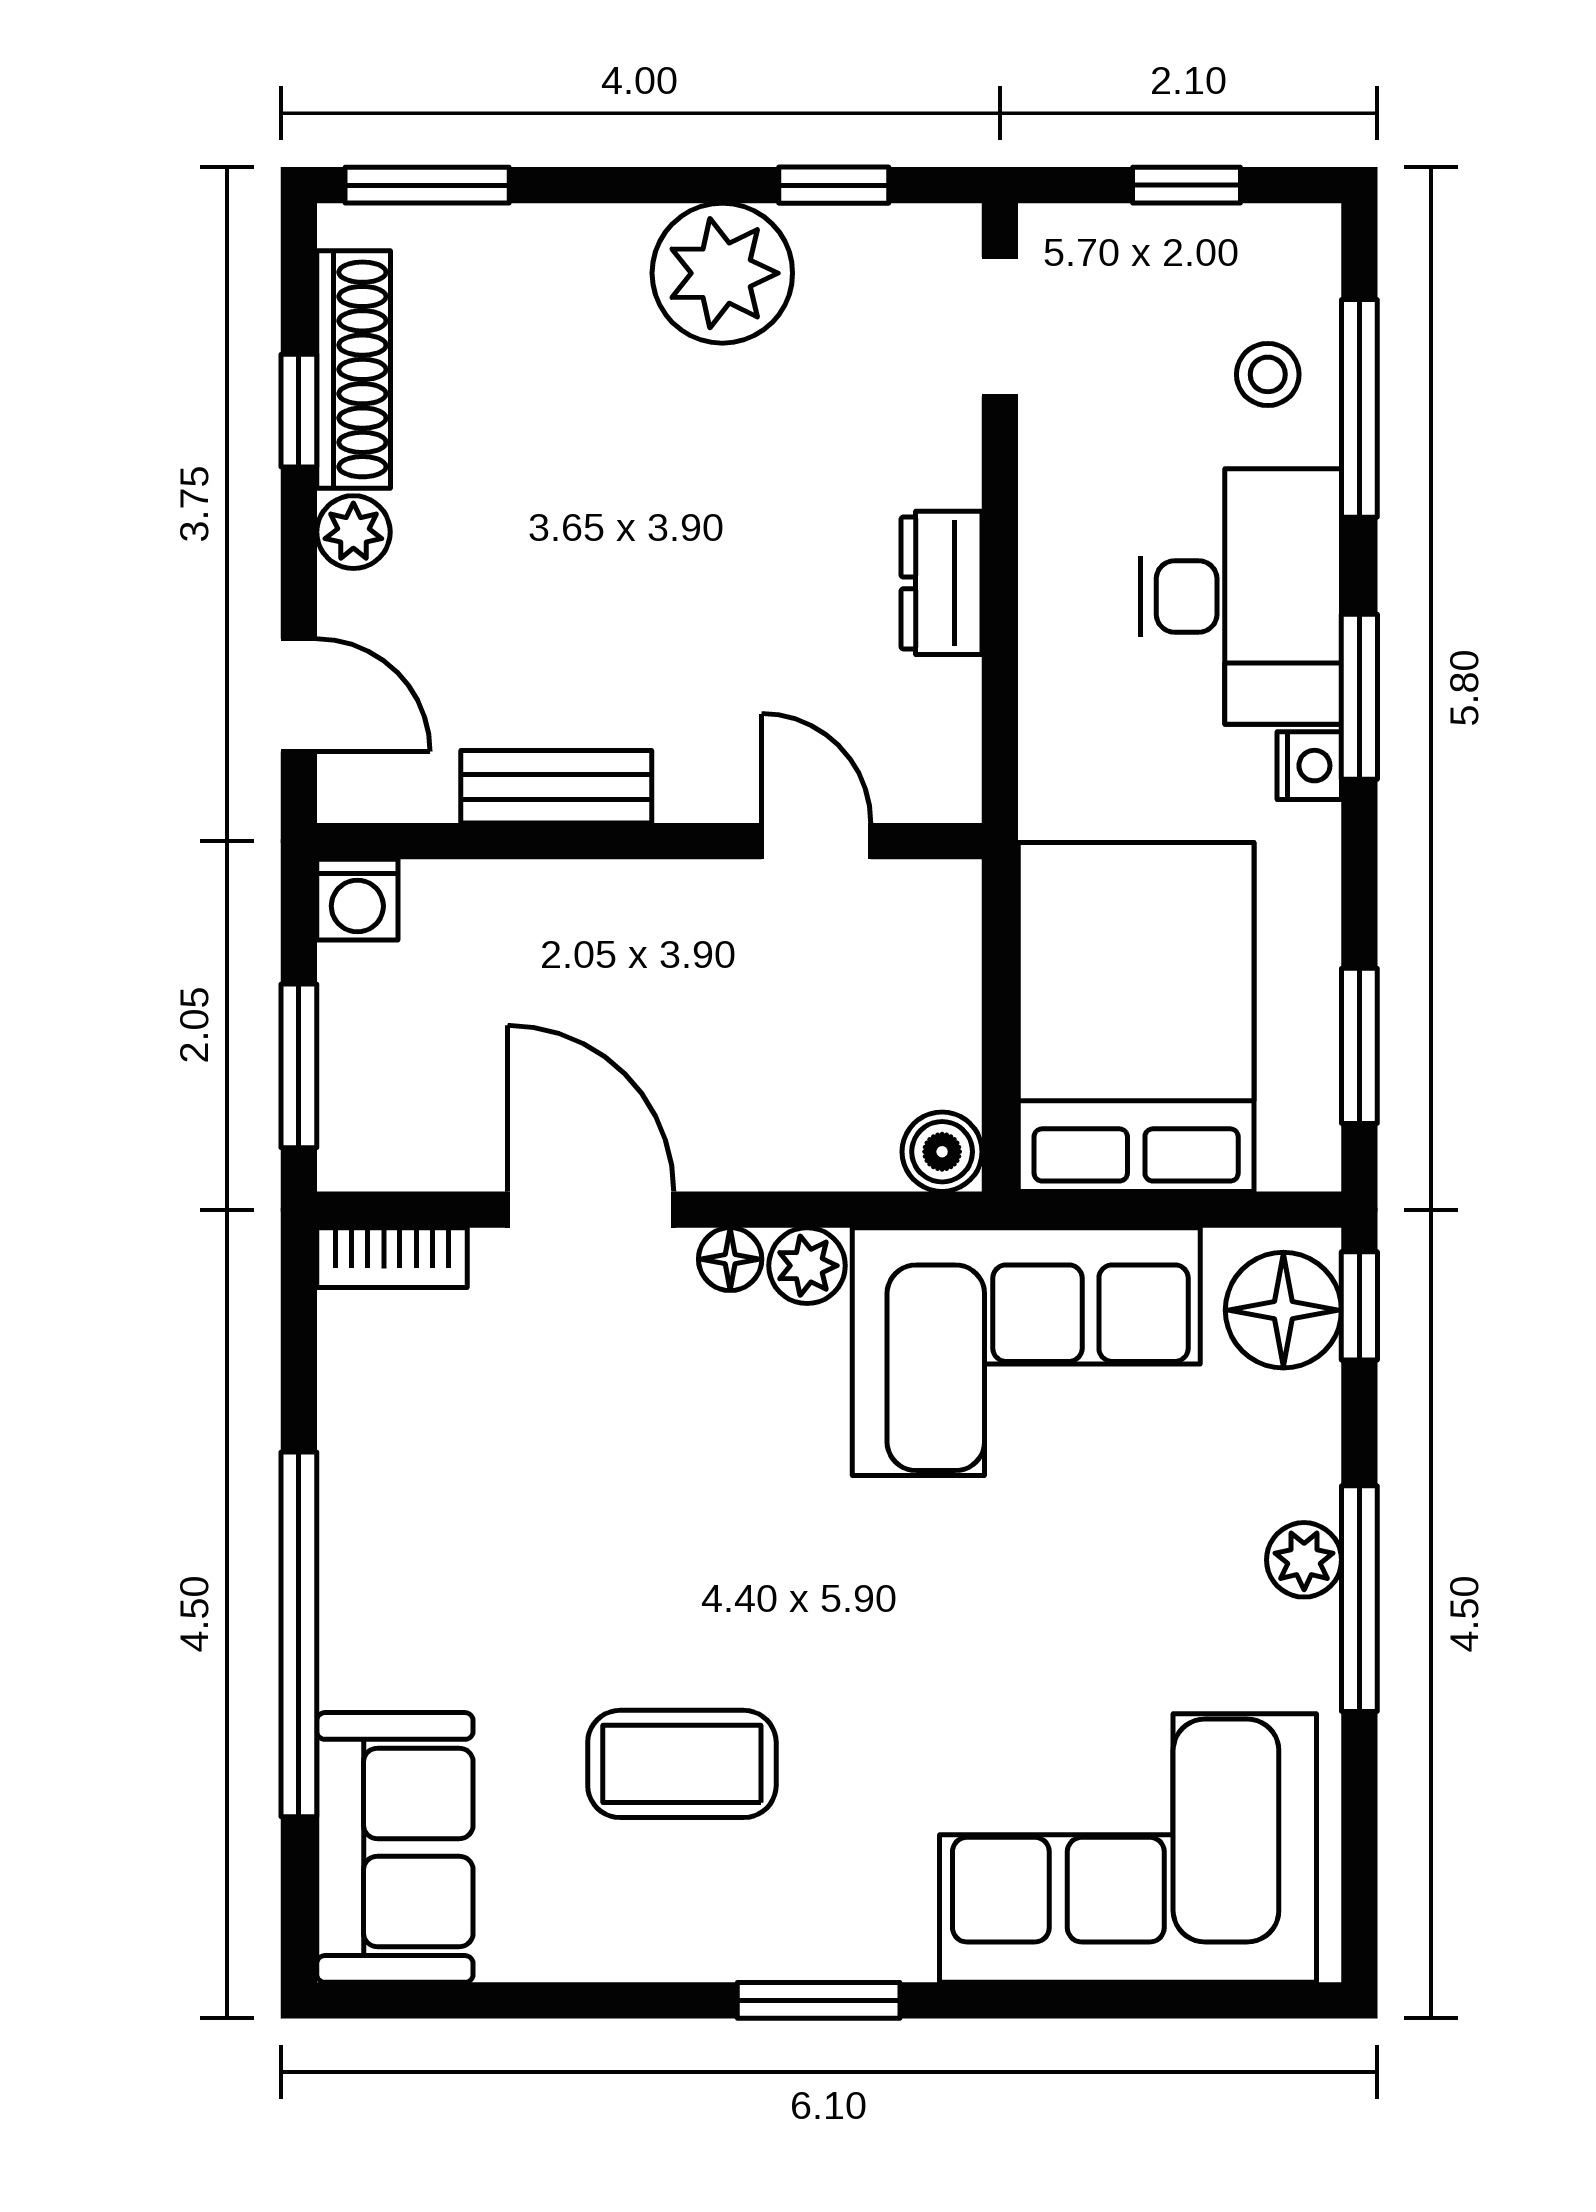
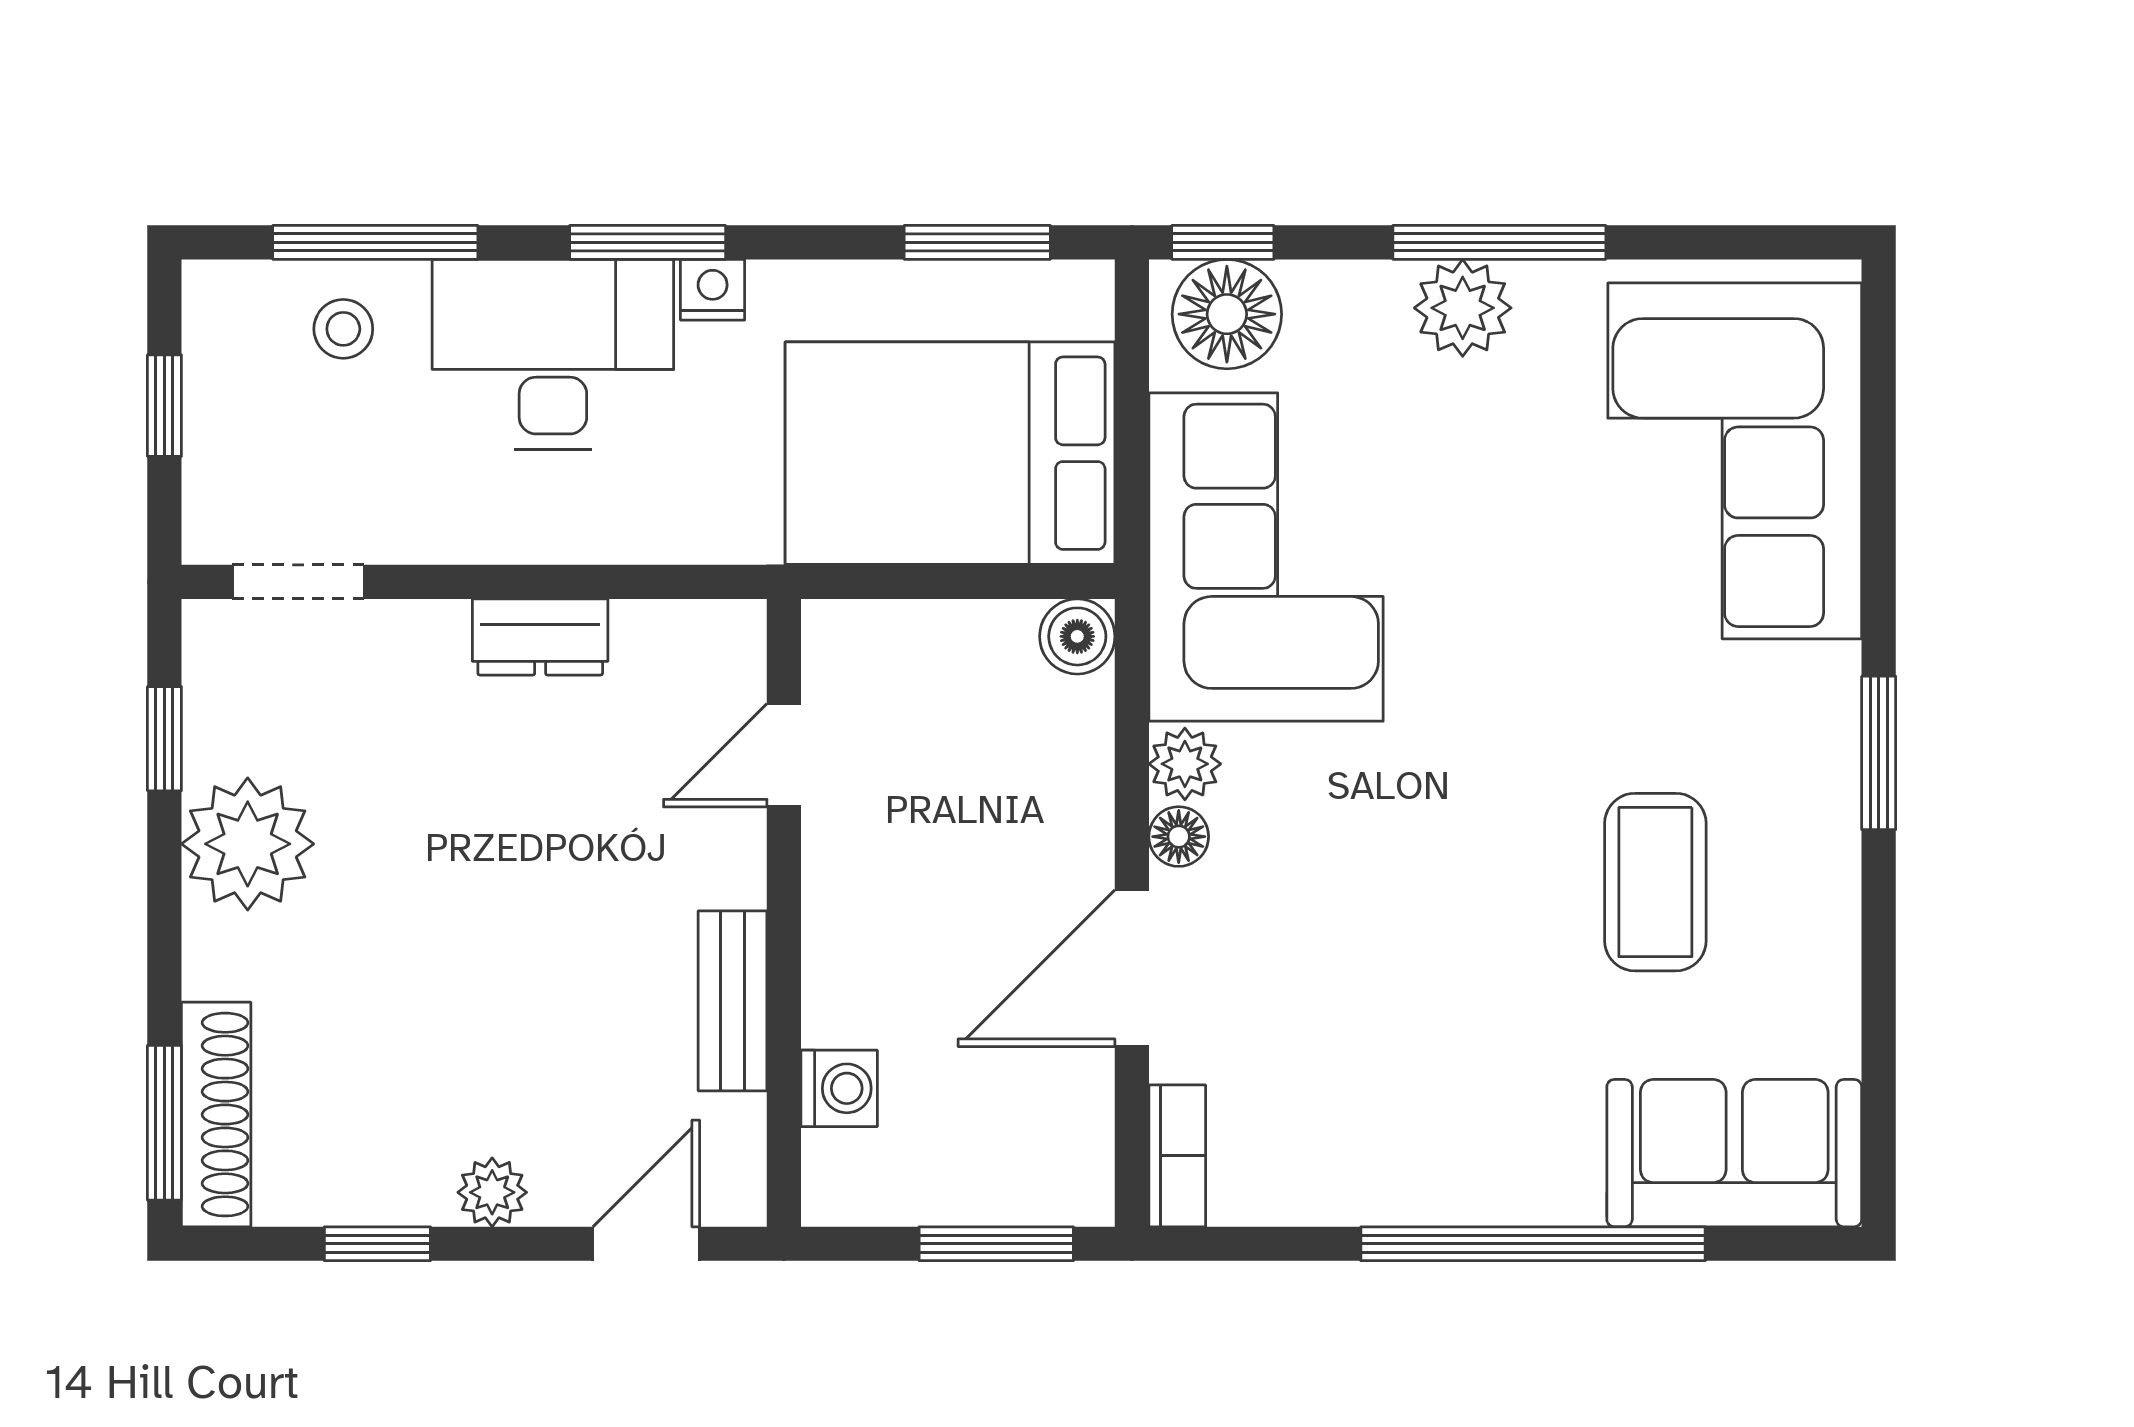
shoe rack: (354, 369) -> (216, 1115), moved, turned 90
washing machine: (357, 900) -> (839, 1088), moved
plant: (1304, 1560) -> (1463, 308), width x1.38, depth x1.38

